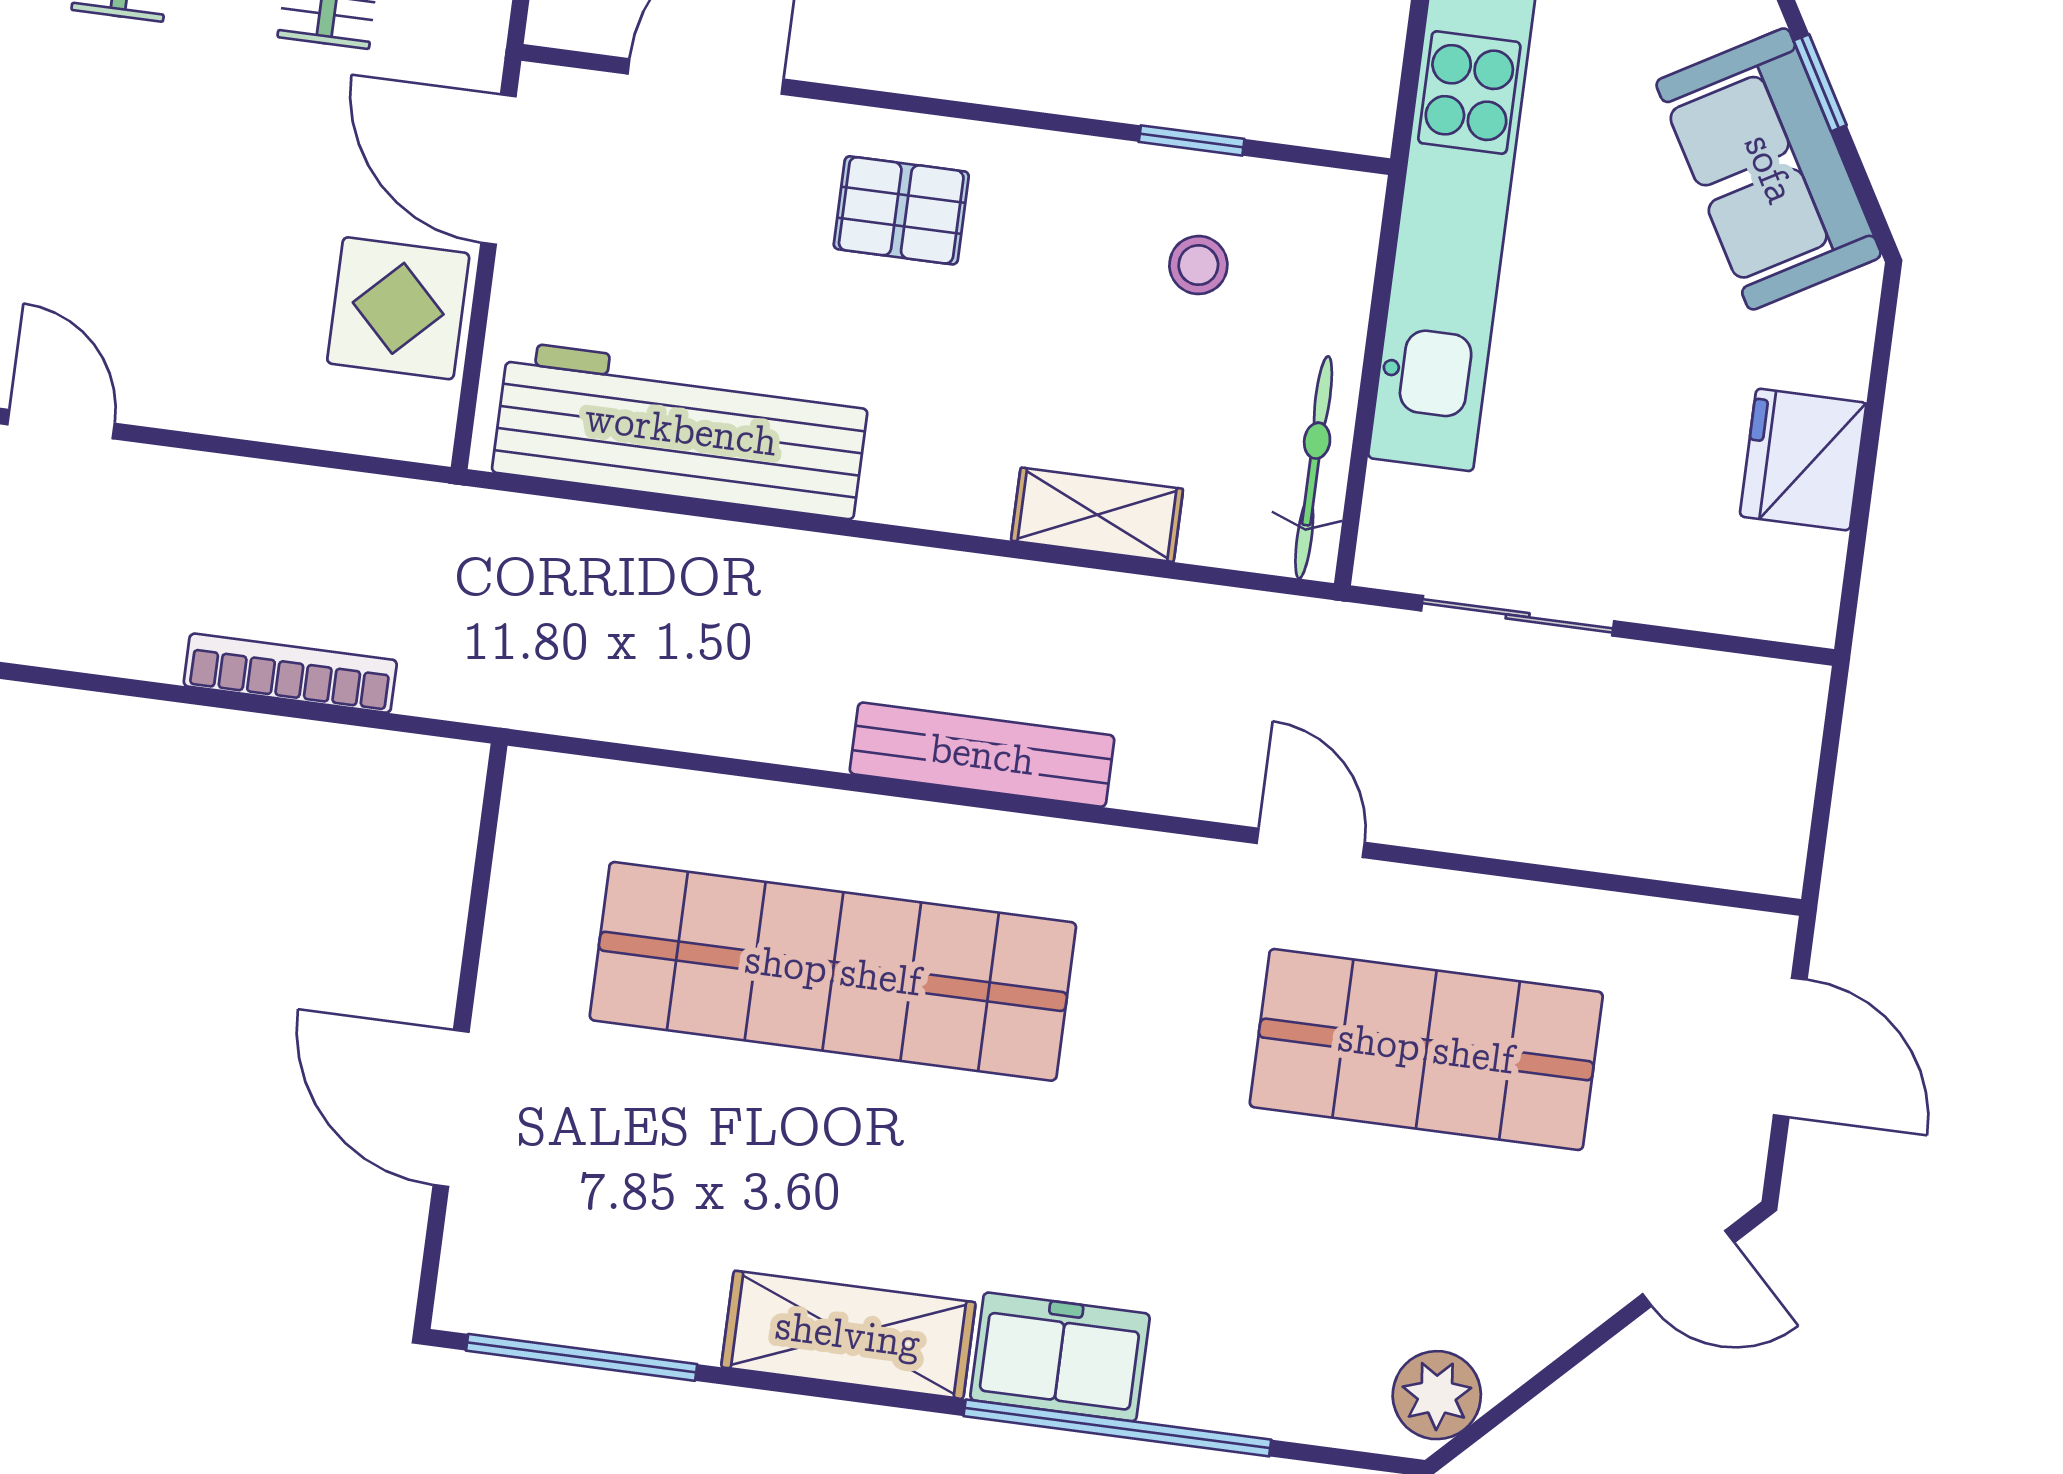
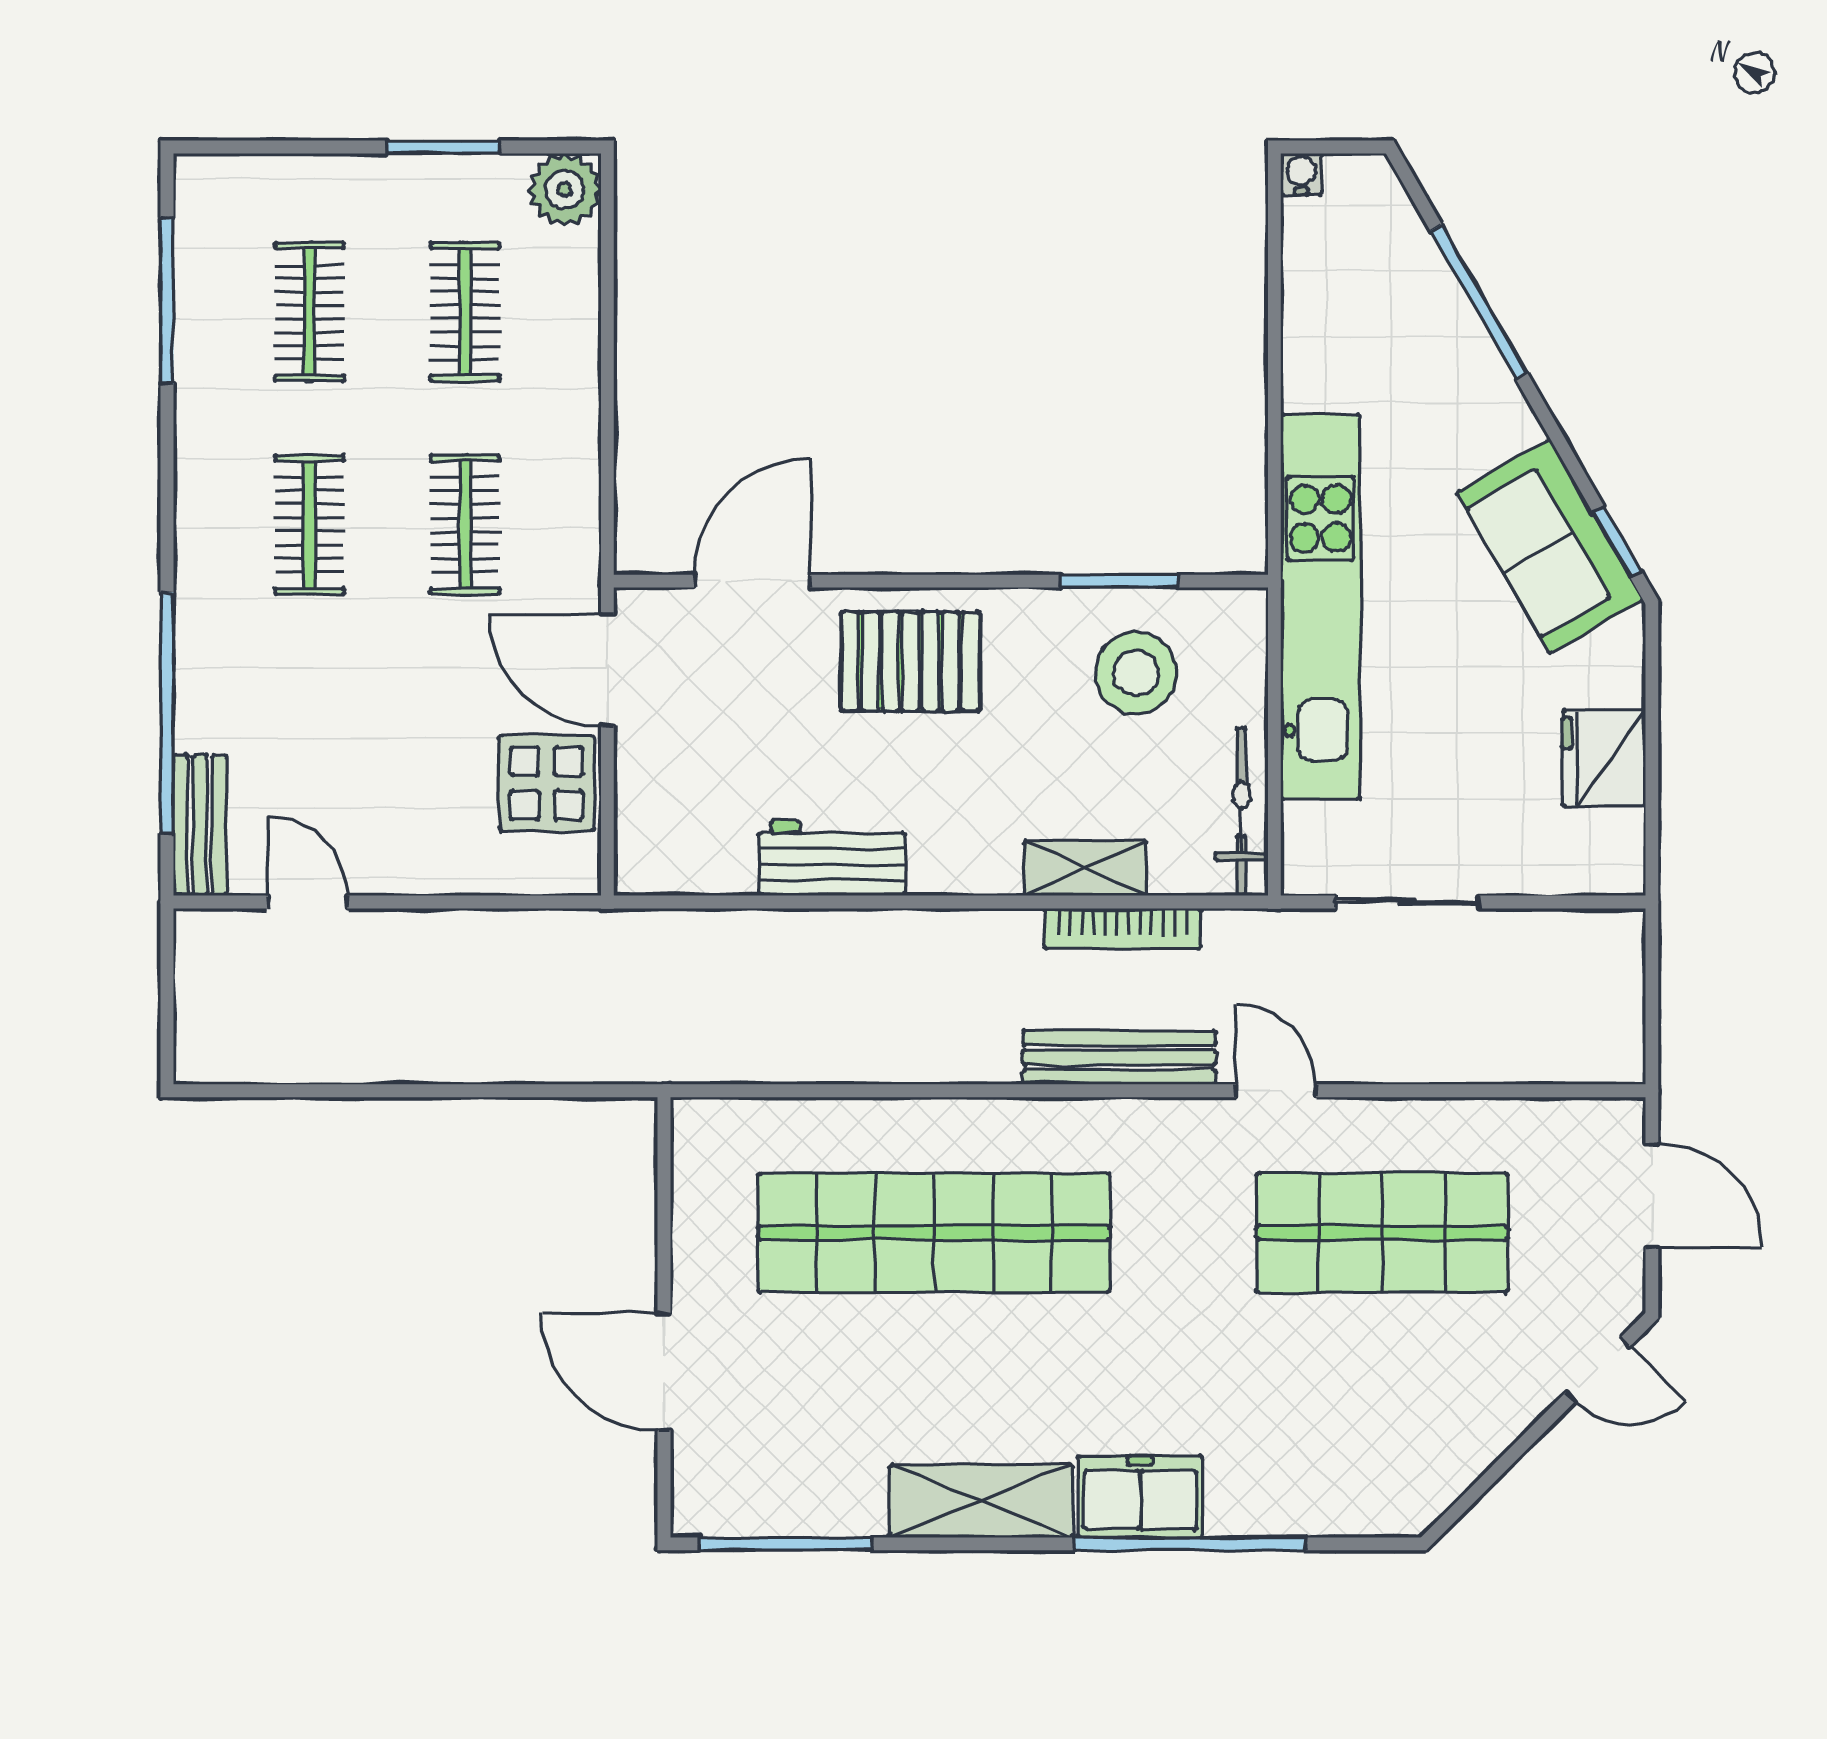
window: (1820, 83) -> (1617, 542), moved
window: (1192, 140) -> (1119, 581), width x1.50
pallet: (901, 210) -> (910, 661), width x1.50, depth x1.42
stool: (1198, 265) -> (1136, 673), width x1.89, depth x1.89
workbench: (681, 430) -> (832, 858), width x0.53, depth x0.76
bookcase: (290, 673) -> (1123, 928), moved, turned 180
bench: (982, 755) -> (1119, 1057), moved
plant: (1437, 1395) -> (1424, 1488), removed

